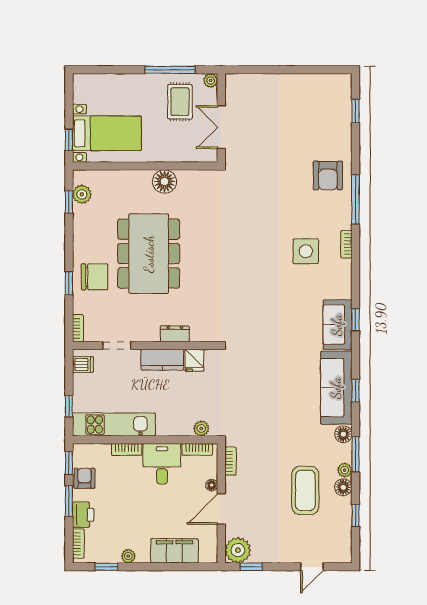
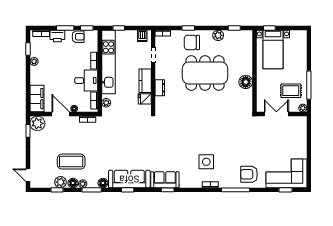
corner sofa: (326, 109) -> (286, 173), added
plant: (82, 194) -> (218, 35), moved
chair: (95, 277) -> (192, 42), turned 90
kitchen unit: (114, 425) -> (108, 62), width x1.36
plant: (342, 509) -> (61, 182), added
filing cabinet: (174, 551) -> (37, 99), moved
door: (312, 567) -> (28, 175), moved

